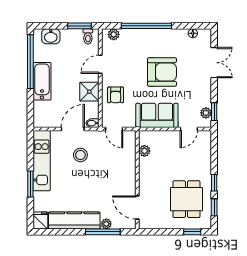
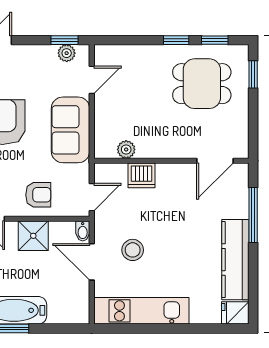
door: (189, 129) -> (92, 80), hinge flipped
dishwasher: (128, 161) -> (141, 175), added
window: (30, 184) -> (178, 329), removed
plant: (106, 224) -> (241, 209), removed

